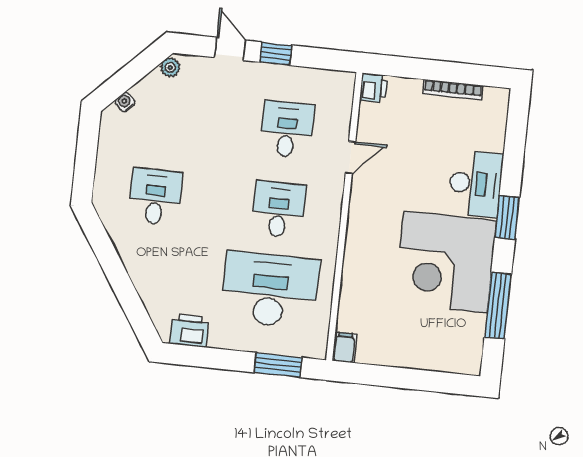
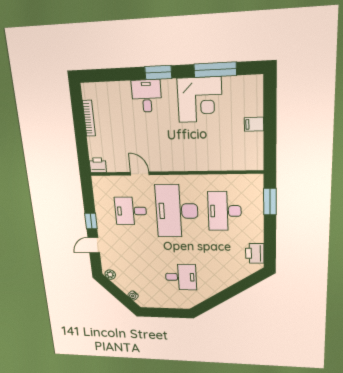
desk: (475, 184) -> (147, 96), width x0.73
desk: (155, 197) -> (181, 277), turned 180
desk: (278, 210) -> (177, 211), width x1.87, depth x1.30
corner desk: (446, 262) -> (200, 100), width x0.74, depth x0.74
desk: (270, 290) -> (225, 211), width x0.73, depth x0.77
filing cabinet: (344, 347) -> (254, 124), moved

